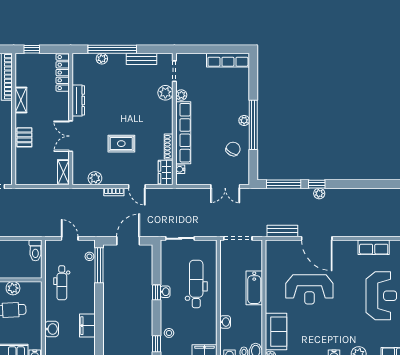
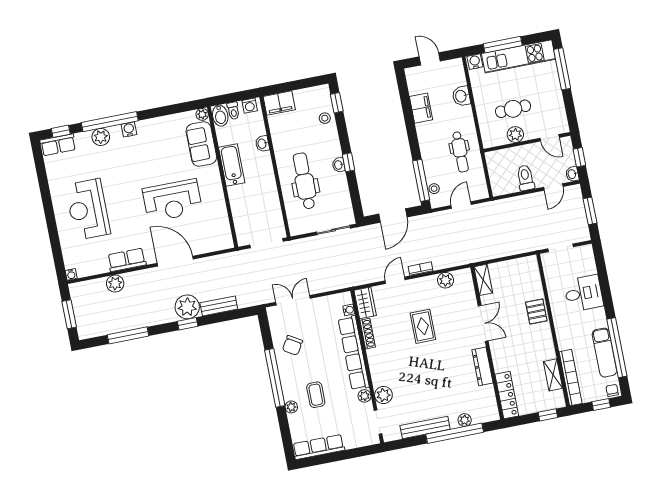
bench: (142, 59) -> (425, 427), width x1.36
shelving: (21, 100) -> (553, 375), moved
coffee table: (222, 104) -> (316, 395), added
plant: (244, 120) -> (291, 407), moved
rug: (121, 144) -> (423, 326), turned 90
window: (284, 184) -> (128, 335), moved
door: (137, 186) -> (395, 280), hinge flipped
plant: (319, 193) -> (187, 307), width x1.87, depth x1.87
plant: (371, 229) -> (115, 284), added
bench: (282, 231) -> (219, 306), moved
door: (70, 238) -> (461, 205), swing flipped
row of seats: (374, 247) -> (127, 260), moved
toilet: (35, 250) -> (525, 178), moved
dental chair: (62, 283) -> (460, 152), turned 180
dental chair: (196, 284) -> (304, 181), turned 180
bathtub: (254, 288) -> (232, 165), moved
reception desk: (309, 289) -> (172, 200), turned 180

